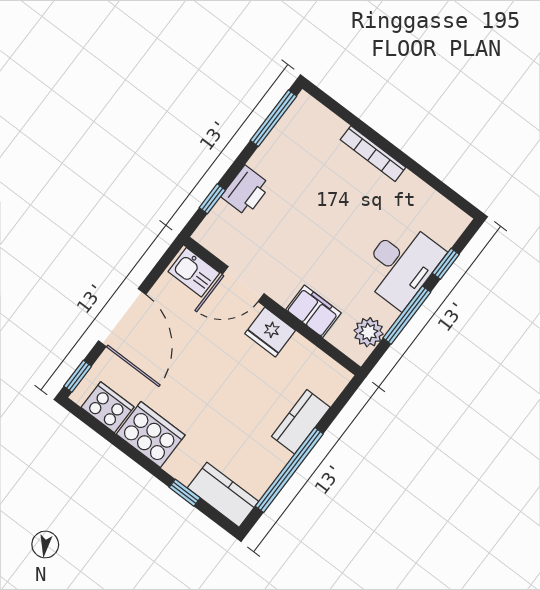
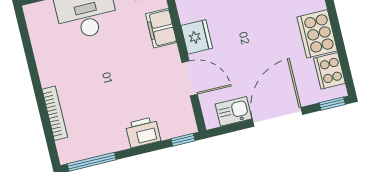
bookcase: (373, 154) -> (55, 113), moved
window: (212, 199) -> (183, 140), moved
kitchen sink: (194, 272) -> (234, 111), moved, turned -90

